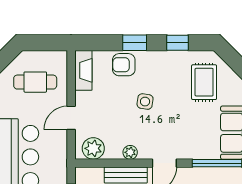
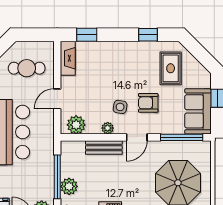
window: (135, 43) -> (87, 35), moved
armchair: (124, 65) -> (148, 103), moved
side table: (145, 102) -> (120, 107), moved

